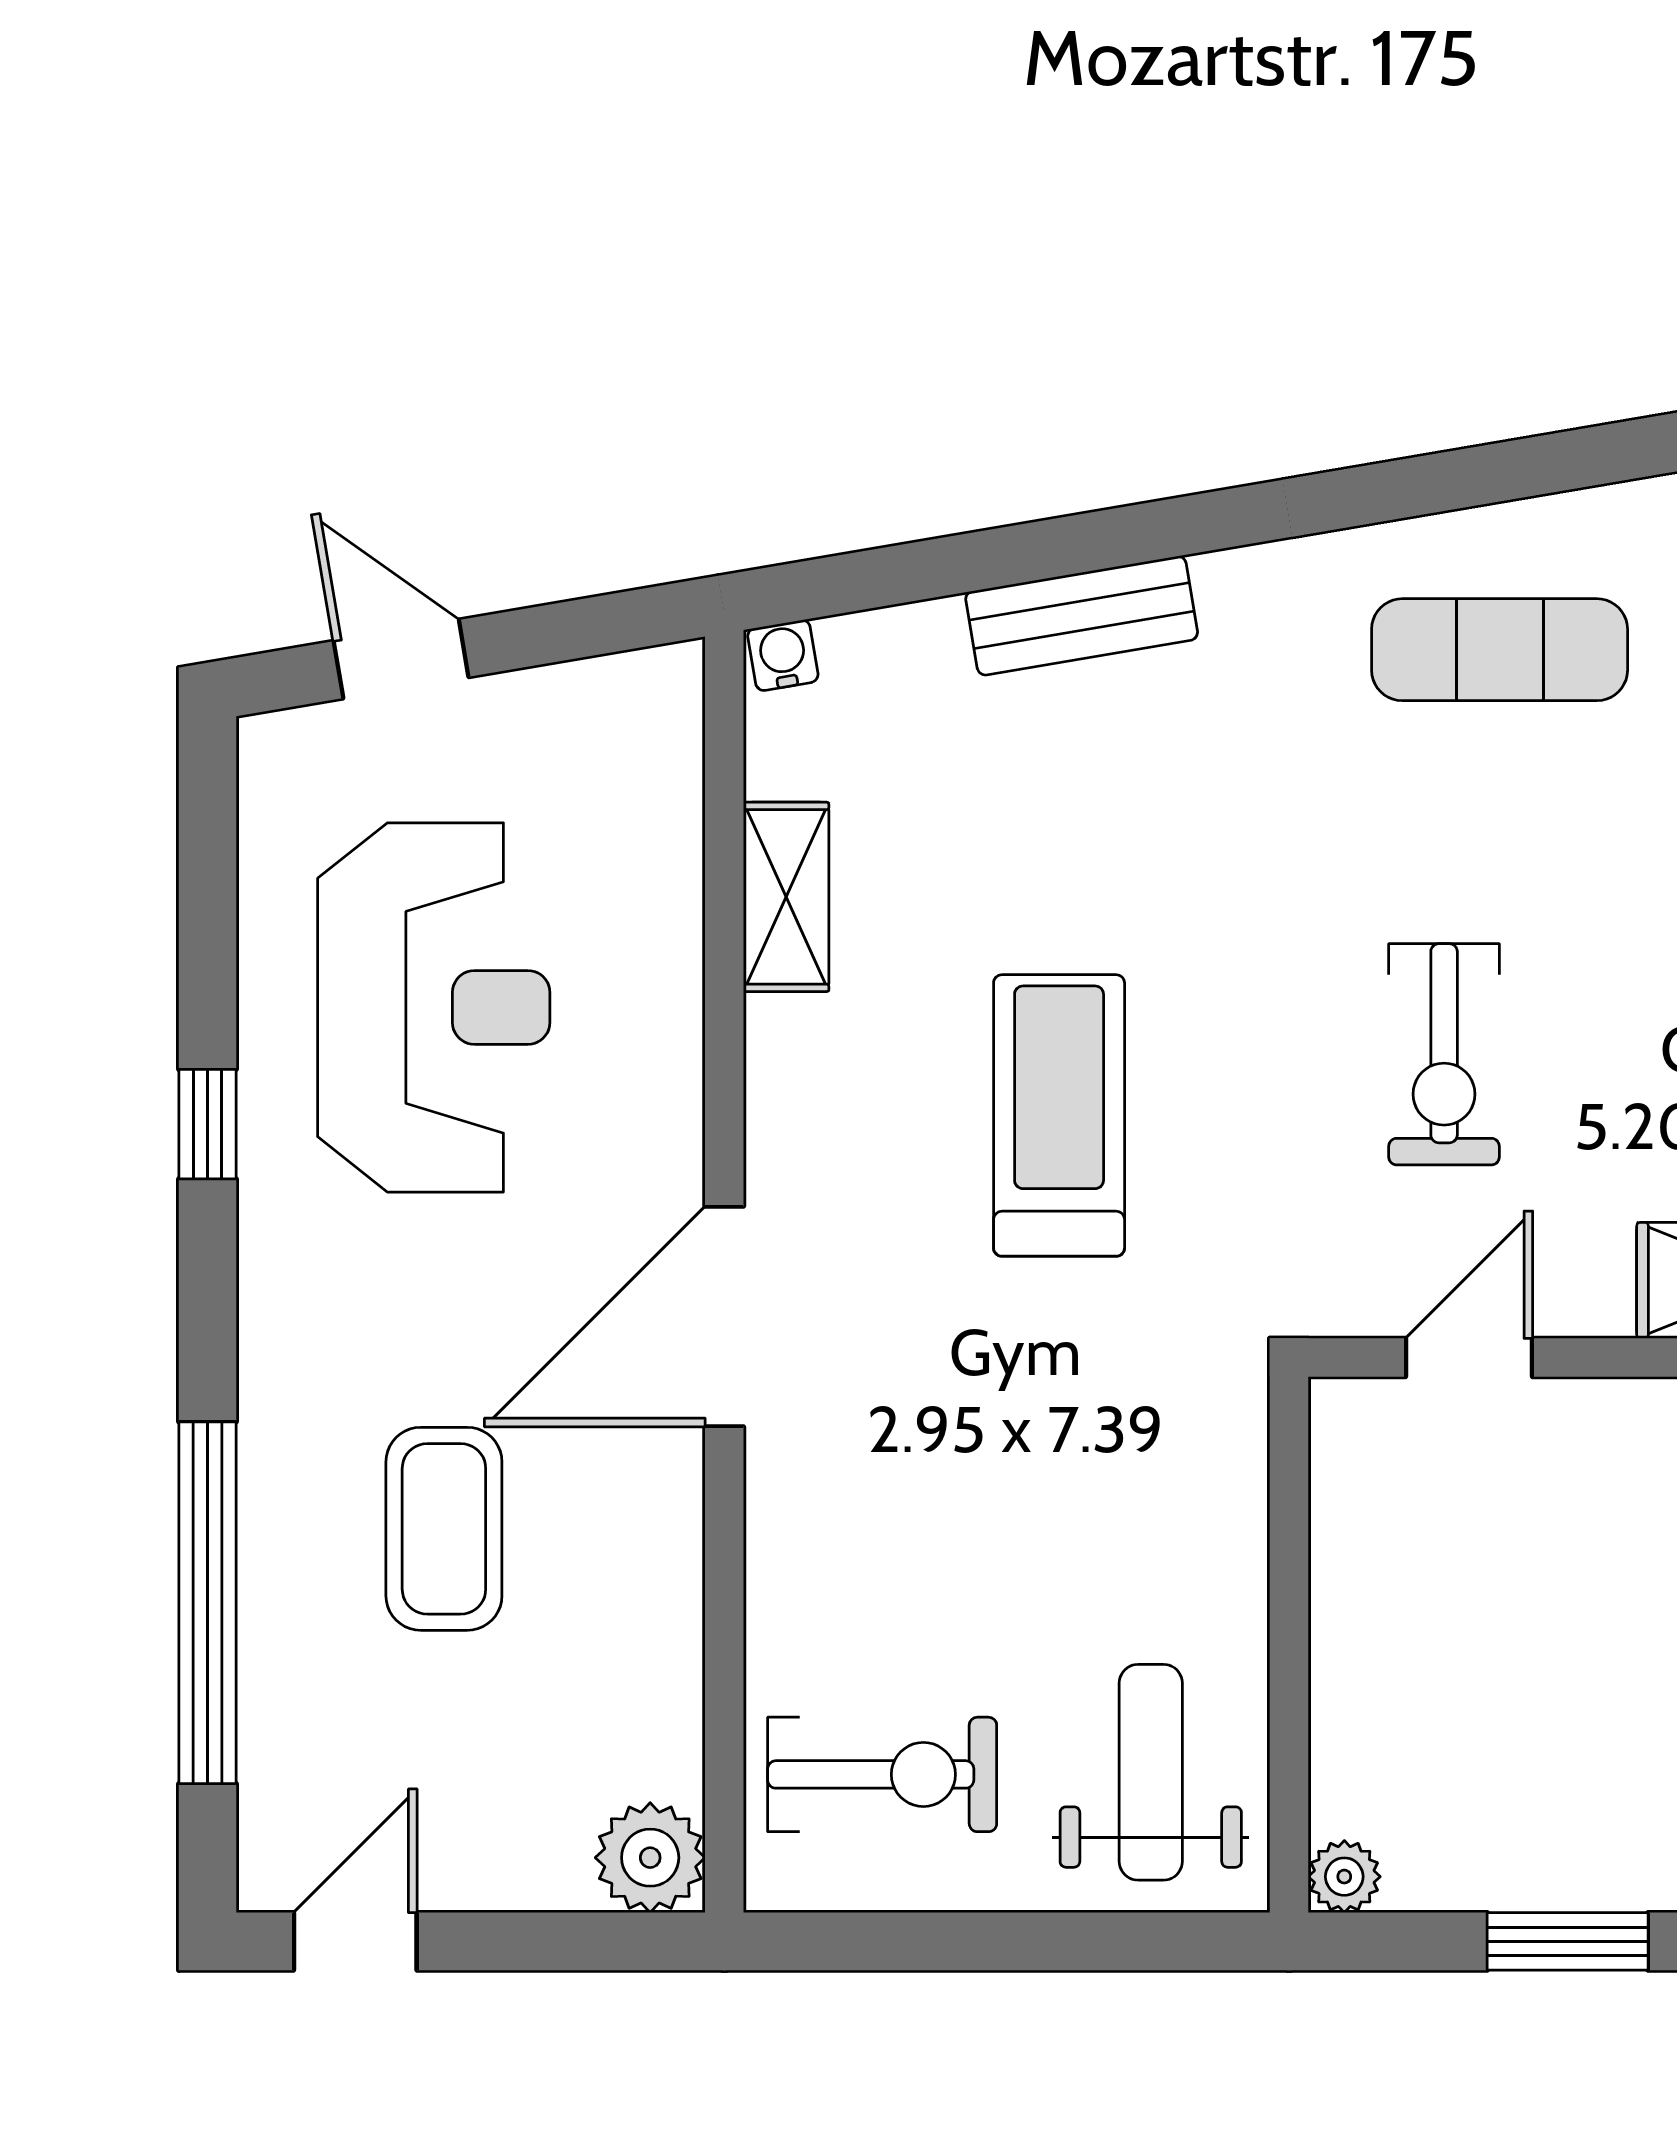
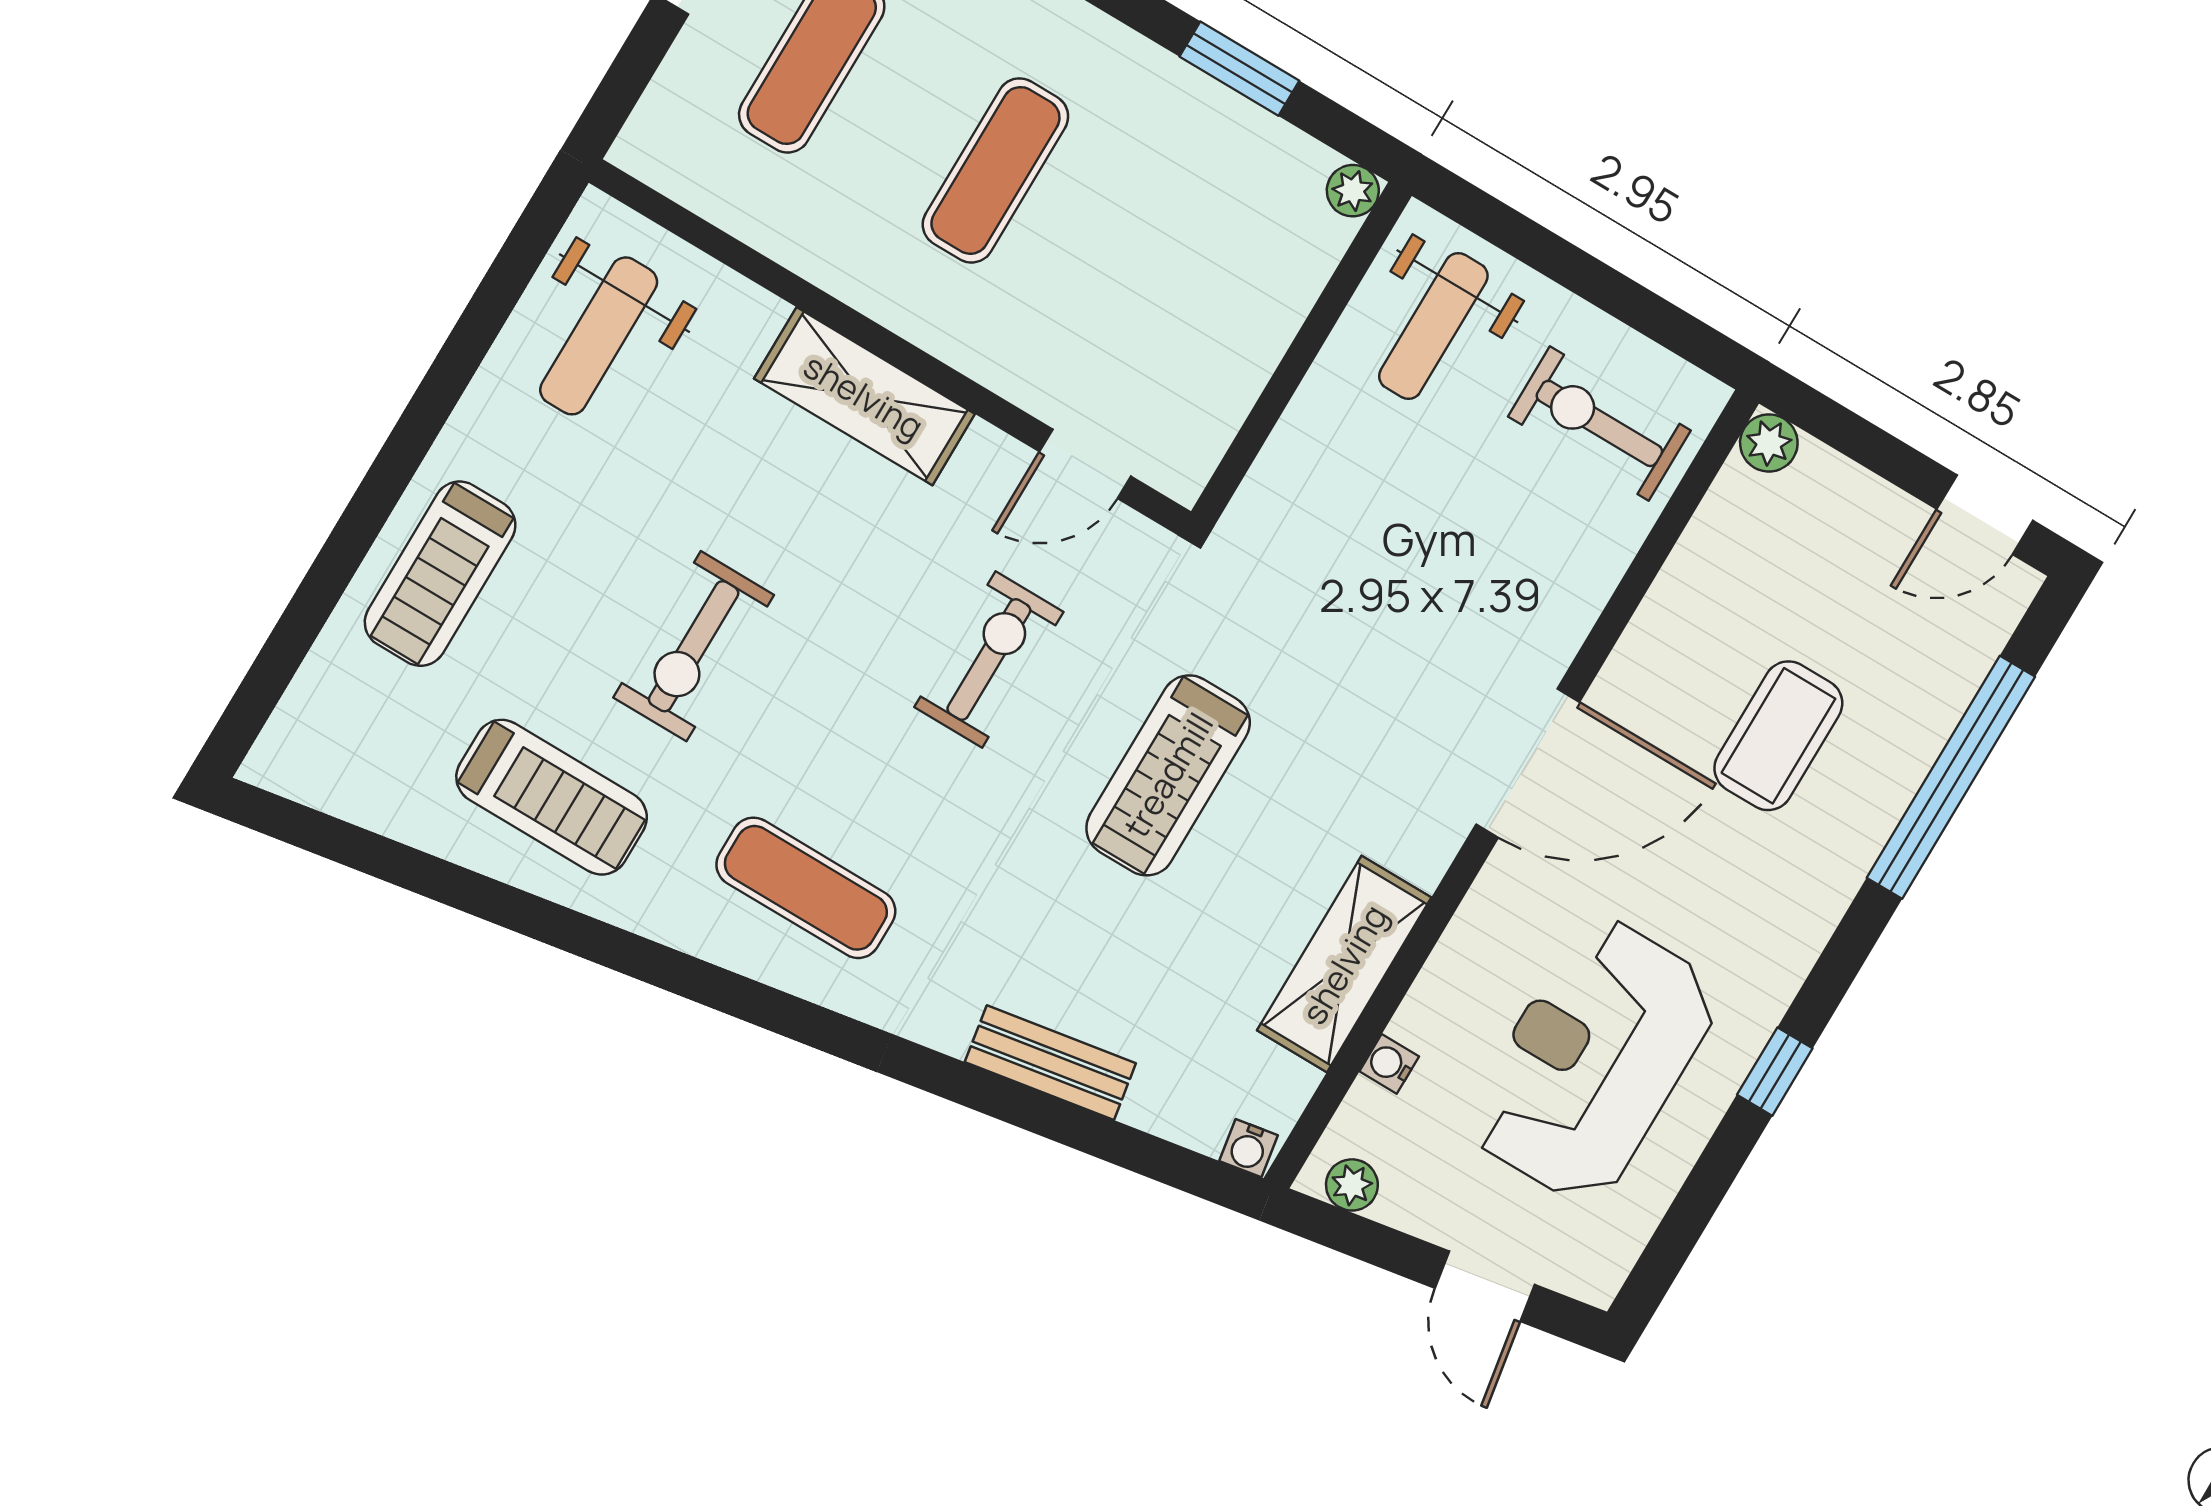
plant: (633, 685) -> (1352, 1185), added
water cooler: (675, 857) -> (1389, 1064), added
shelving: (786, 897) -> (1344, 964), width x1.50, depth x1.33
treadmill: (1059, 1115) -> (1168, 775), moved
plant: (650, 1858) -> (1769, 443), width x0.73, depth x0.73

